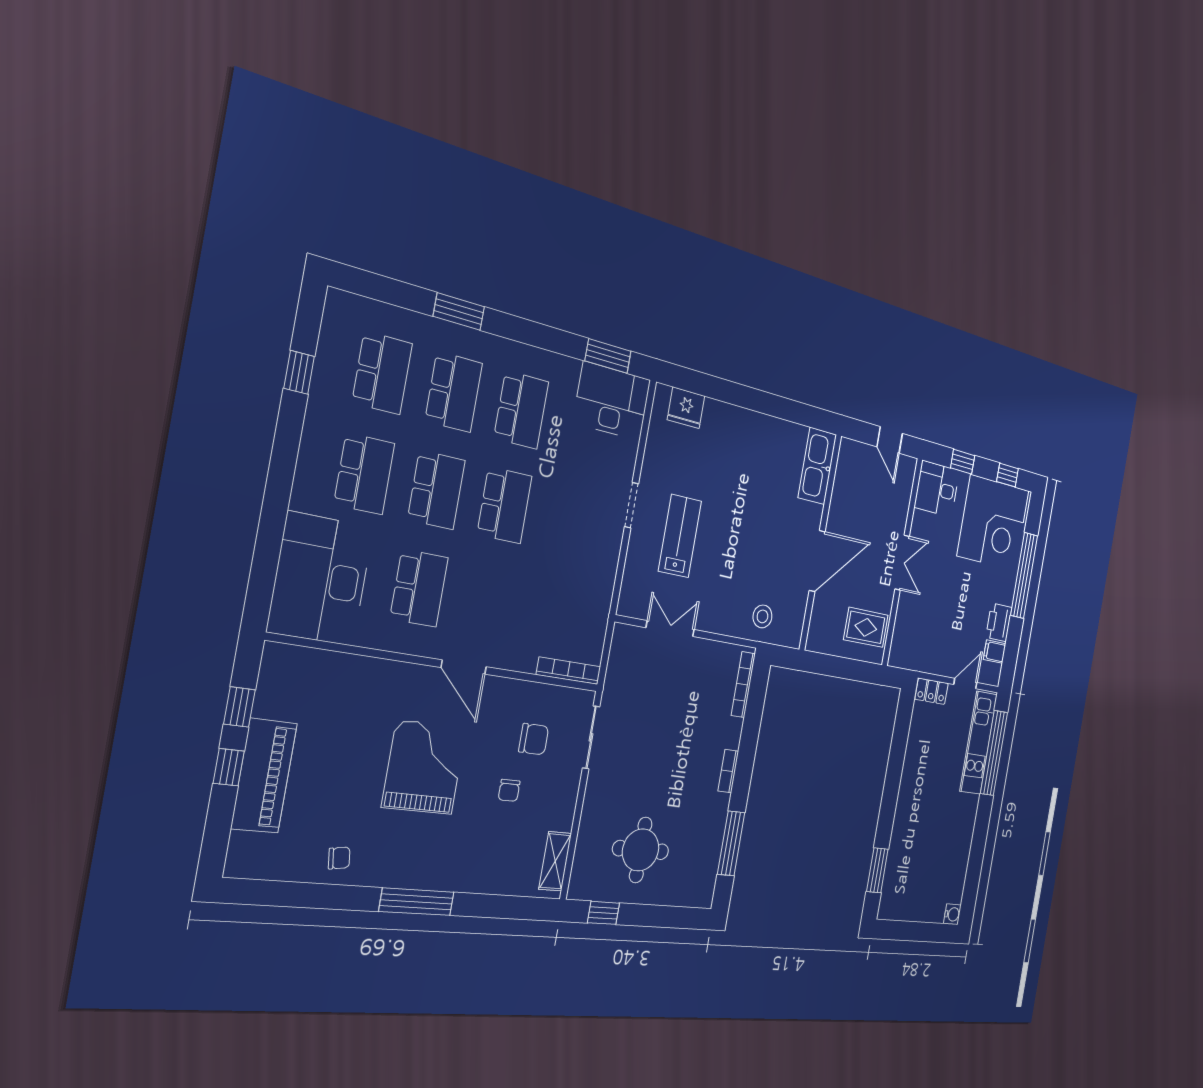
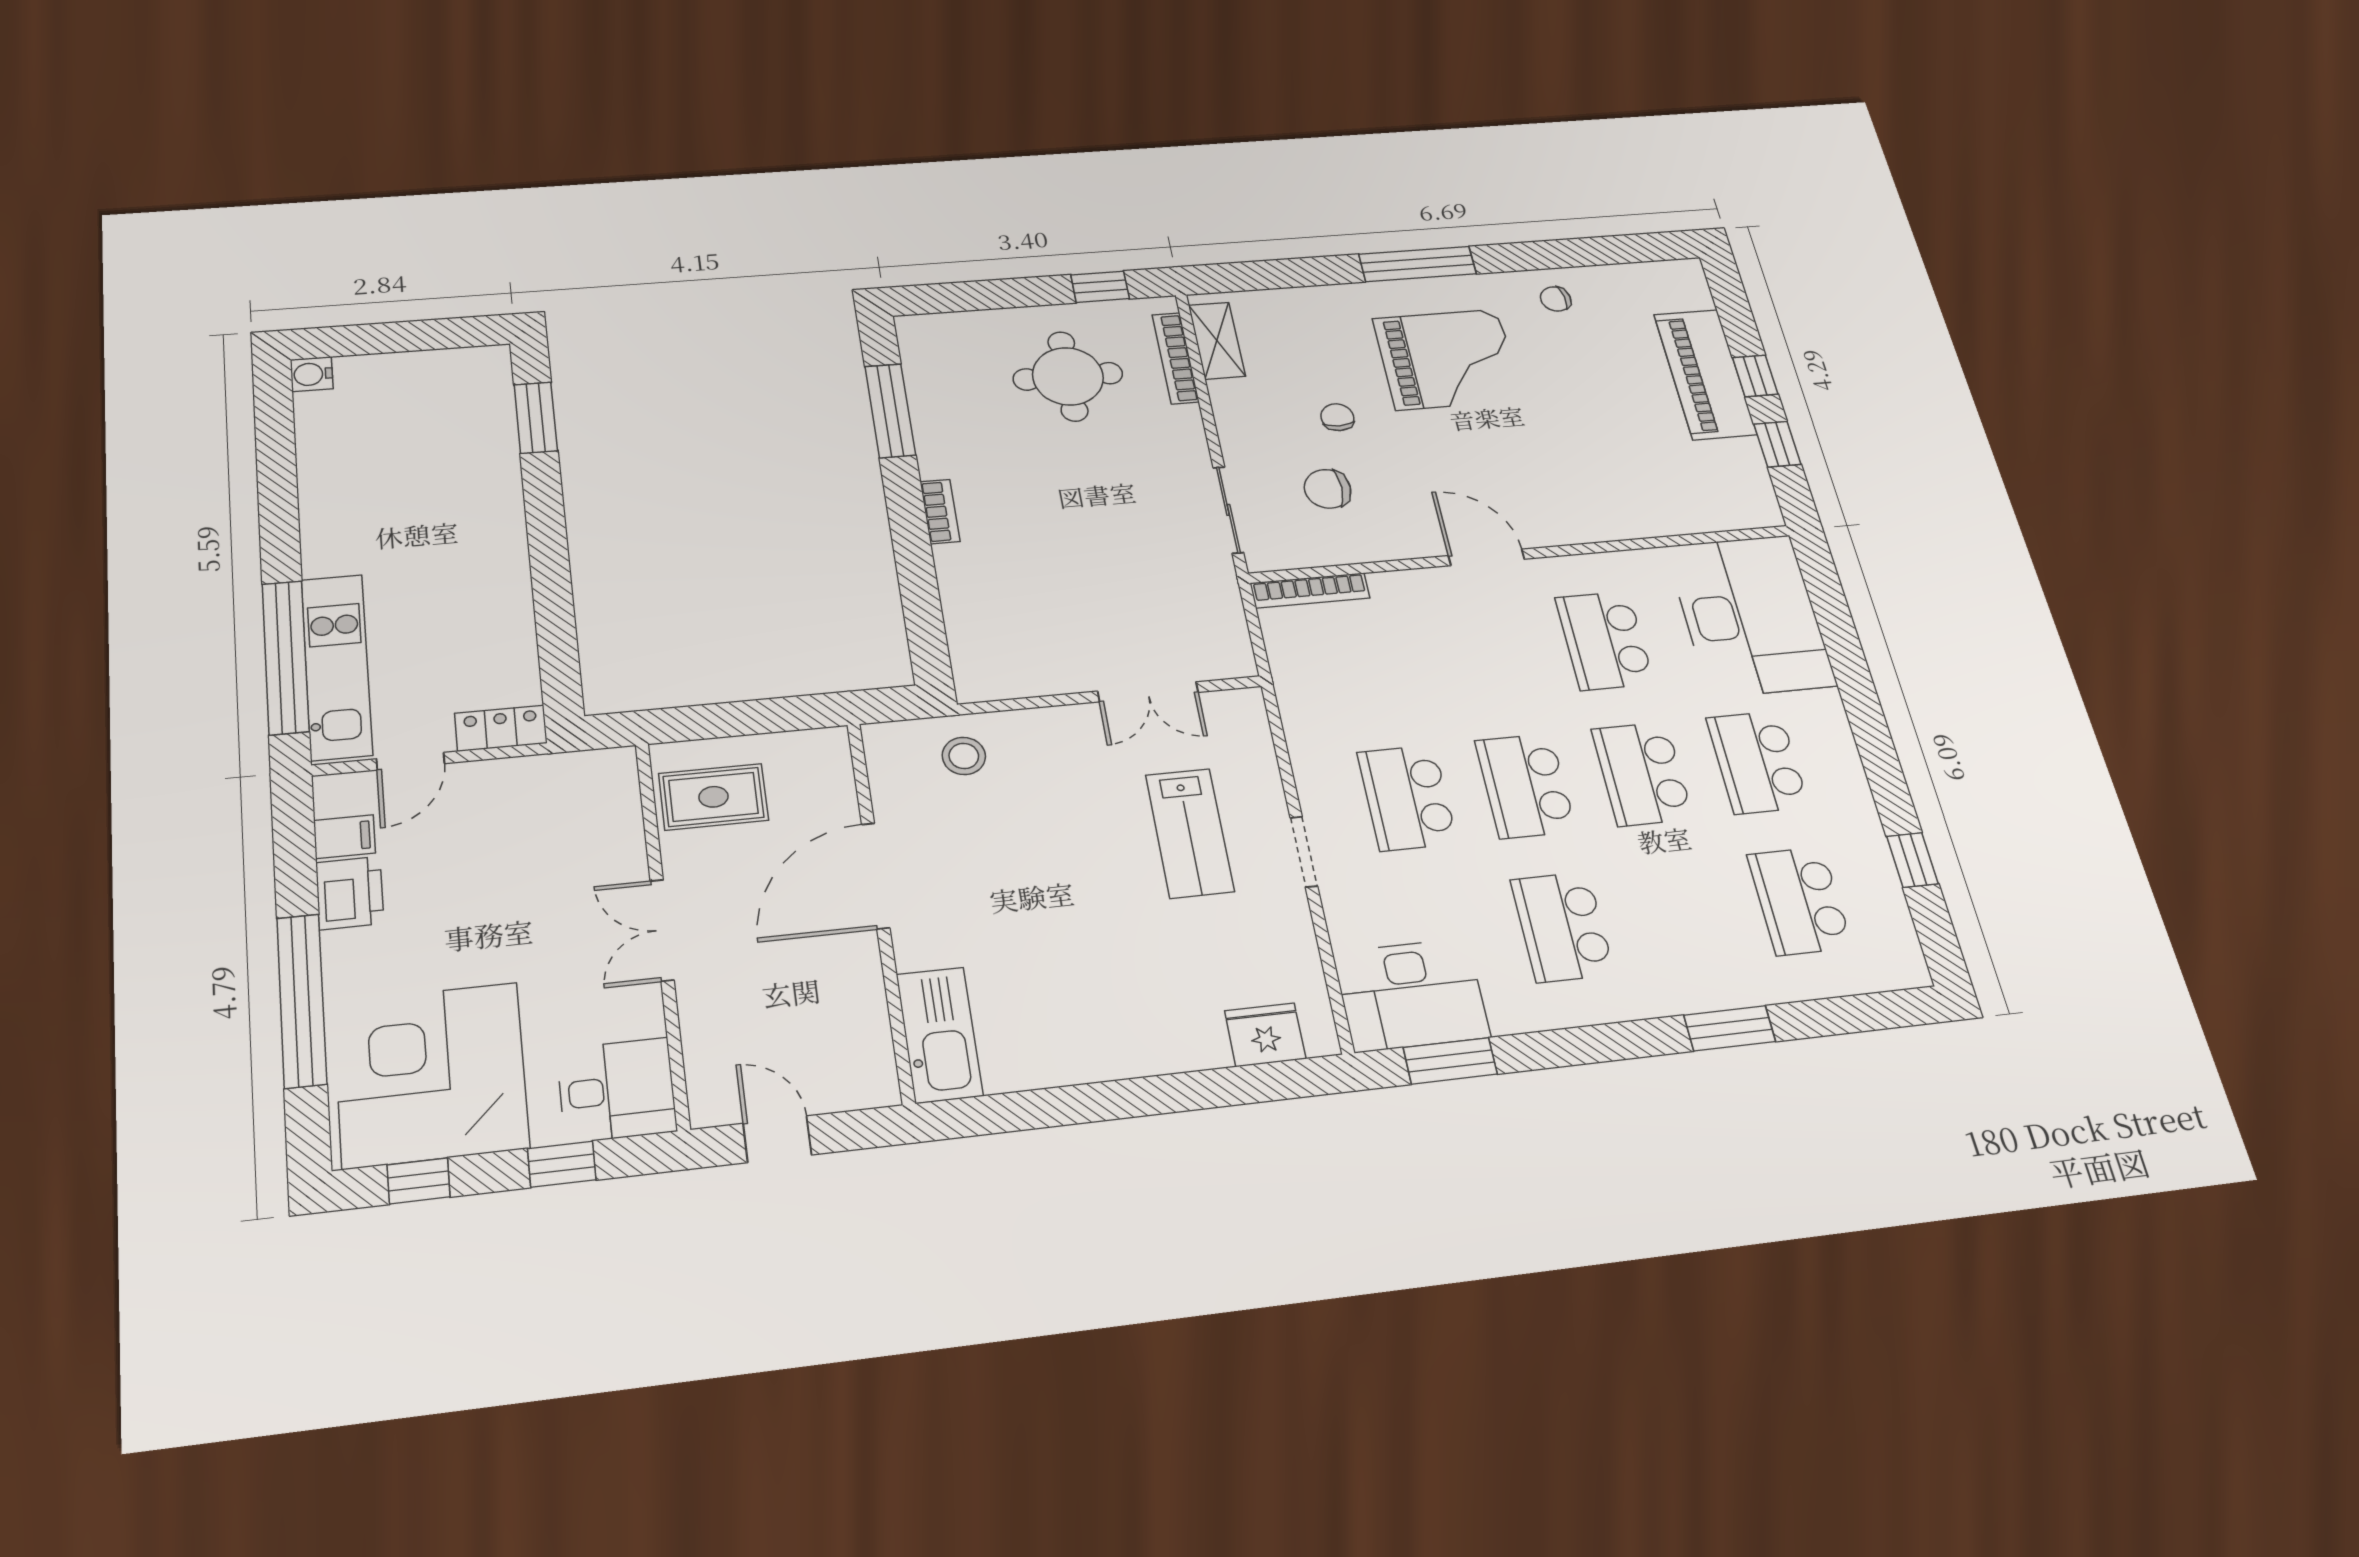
school desk: (454, 392) -> (1407, 798), moved
bookcase: (743, 685) -> (1176, 358), moved, turned 180
grand piano: (424, 767) -> (1447, 359), moved, turned -90

